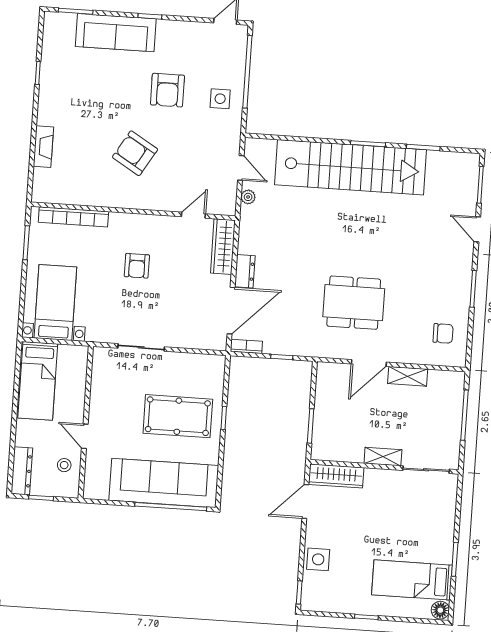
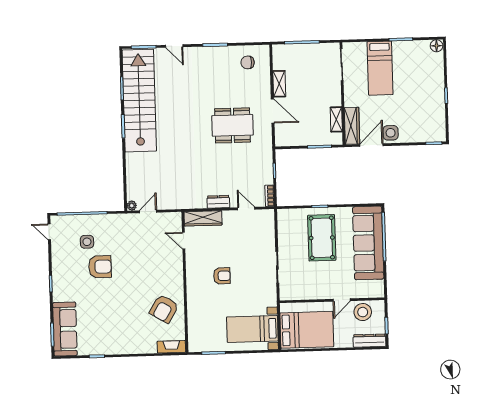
sofa: (116, 33) -> (65, 329), moved
side table: (220, 99) -> (87, 242), moved
fireplace: (43, 147) -> (171, 347), moved
armchair: (135, 153) -> (164, 309), moved
stairs: (351, 167) -> (139, 101), moved
plant: (248, 197) -> (132, 206), moved
bookcase: (73, 217) -> (193, 322), removed
door: (477, 229) -> (174, 46), hinge flipped
dining table: (354, 303) -> (233, 125), turned 90
door: (231, 311) -> (246, 209), width x0.53
chair: (443, 333) -> (248, 62), turned -90
bed: (38, 381) -> (307, 330), width x1.50
shelving: (383, 457) -> (336, 119), moved
stool: (64, 465) -> (363, 312), width x1.89, depth x1.89
door: (305, 502) -> (371, 145), swing flipped
side table: (318, 559) -> (391, 133), moved
bed: (412, 580) -> (380, 68), moved

